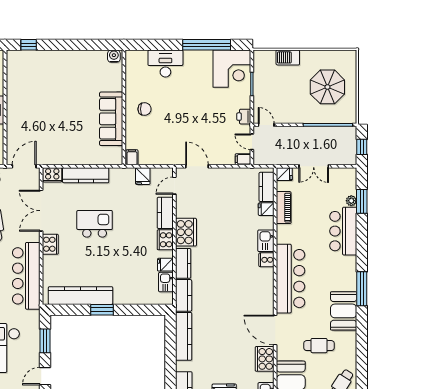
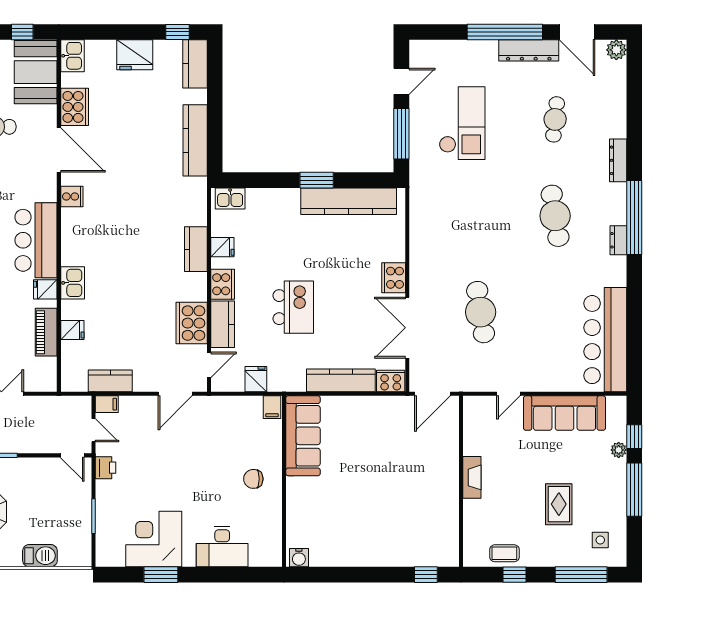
window: (207, 45) -> (161, 575), width x0.47
corner desk: (232, 69) -> (154, 539), moved
sofa: (111, 119) -> (303, 436), moved
door: (197, 166) -> (175, 394), hinge flipped
fridge: (284, 174) -> (45, 289), moved
kitchen counter: (266, 187) -> (110, 381), moved, turned -90
double door: (41, 211) -> (407, 328), swing flipped
kitchen island: (95, 224) -> (293, 307), moved, turned -90
cooker: (186, 232) -> (192, 323), moved
cooker: (266, 260) -> (72, 196), moved
bar counter: (26, 276) -> (429, 231), removed
bar counter: (290, 279) -> (36, 240), width x0.73
kitchen sink: (166, 282) -> (230, 199), moved, turned 90
kitchen counter: (184, 295) -> (195, 201), removed
window: (45, 341) -> (401, 134), width x1.44

